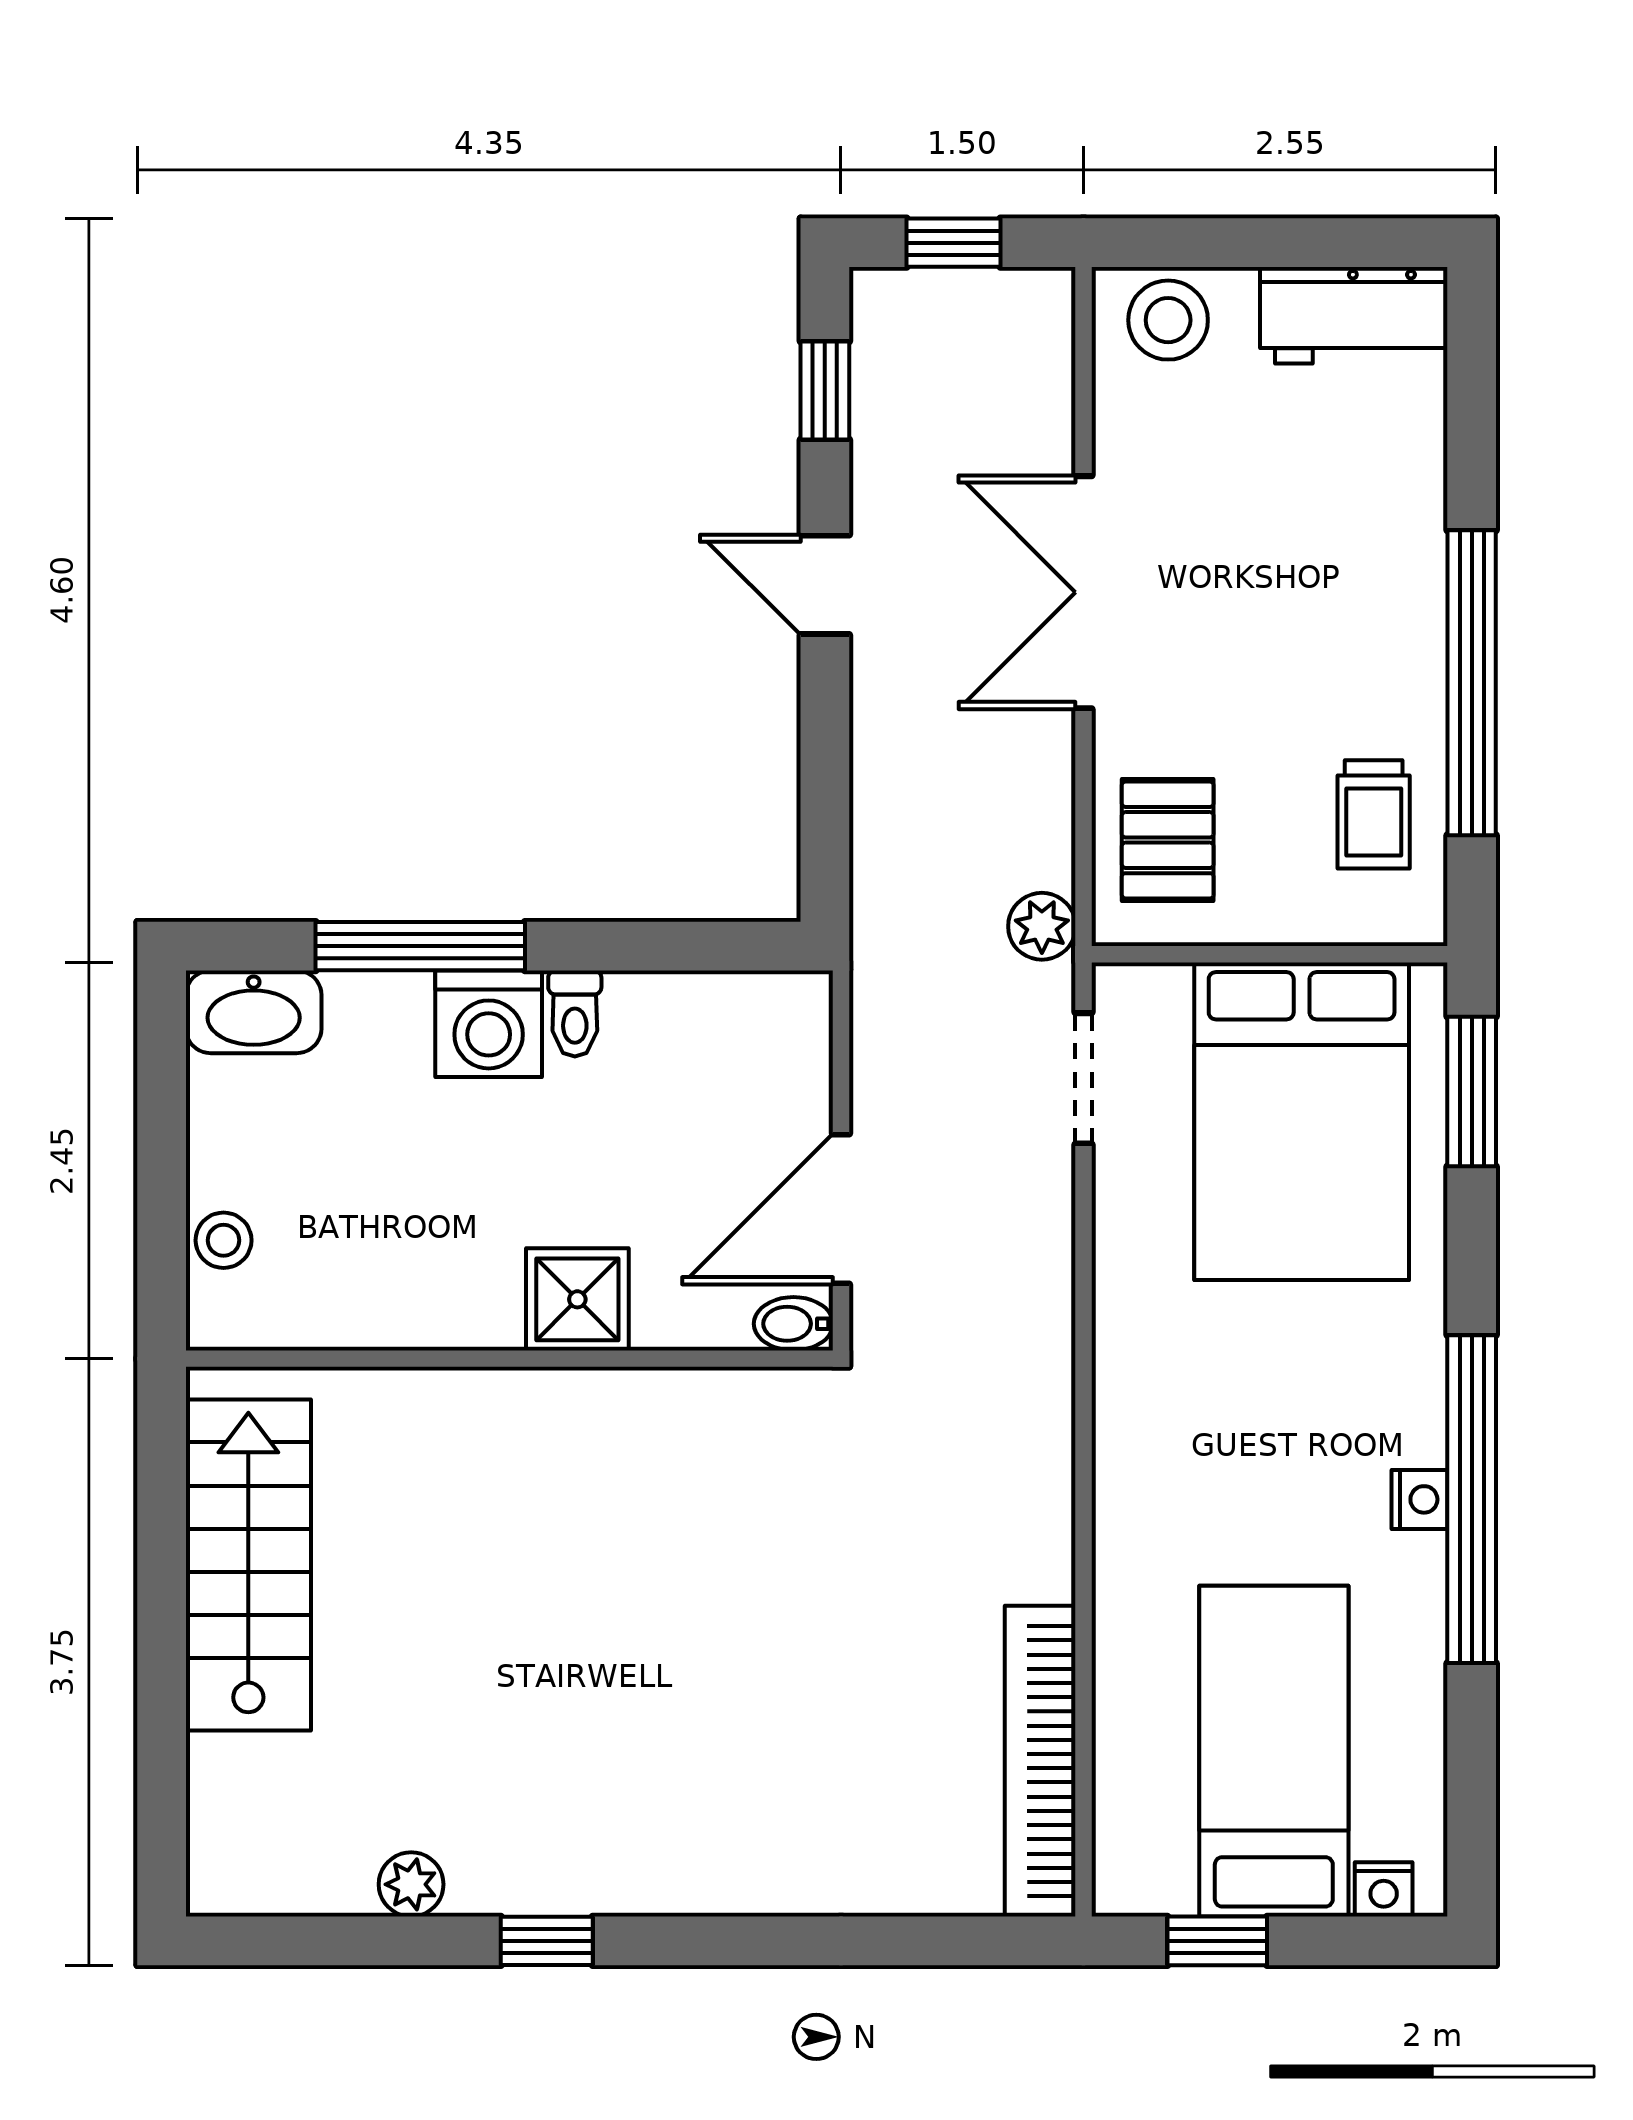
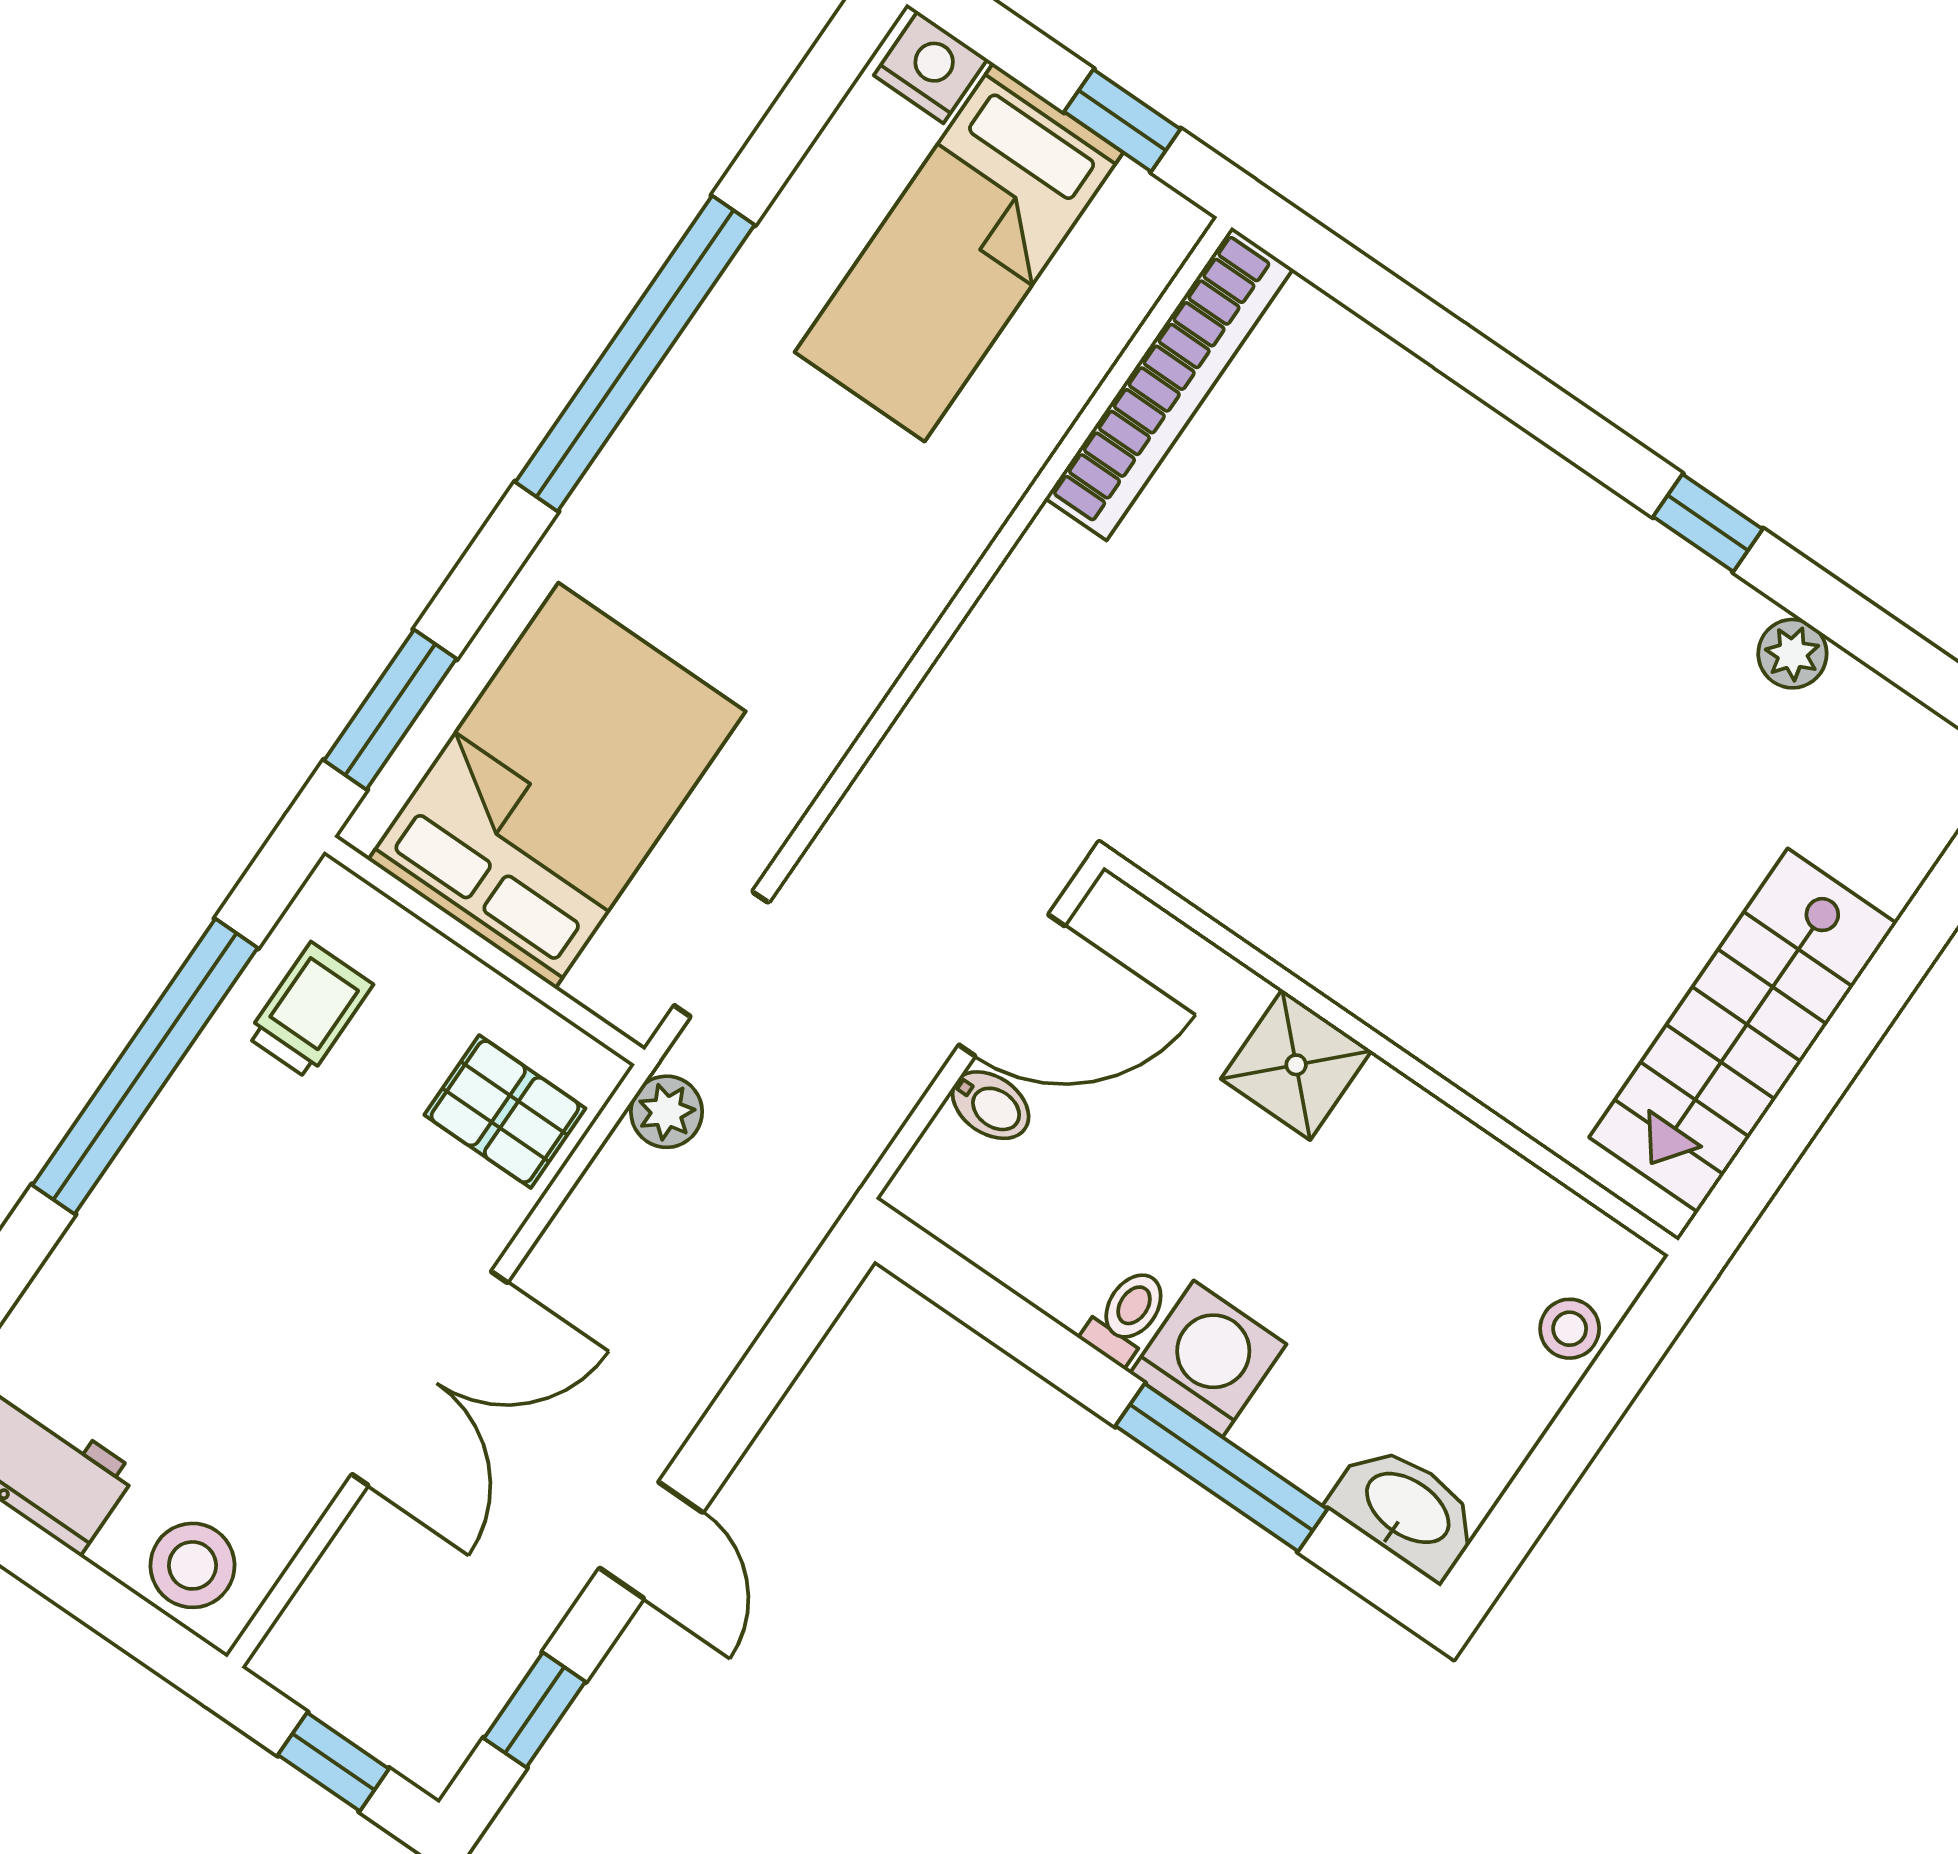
pallet: (1168, 840) -> (505, 1112), turned 90
bidet: (793, 1324) -> (991, 1105), moved
nightstand: (1420, 1499) -> (681, 385), removed
nightstand: (1384, 1889) -> (931, 67), width x1.39, depth x1.35

